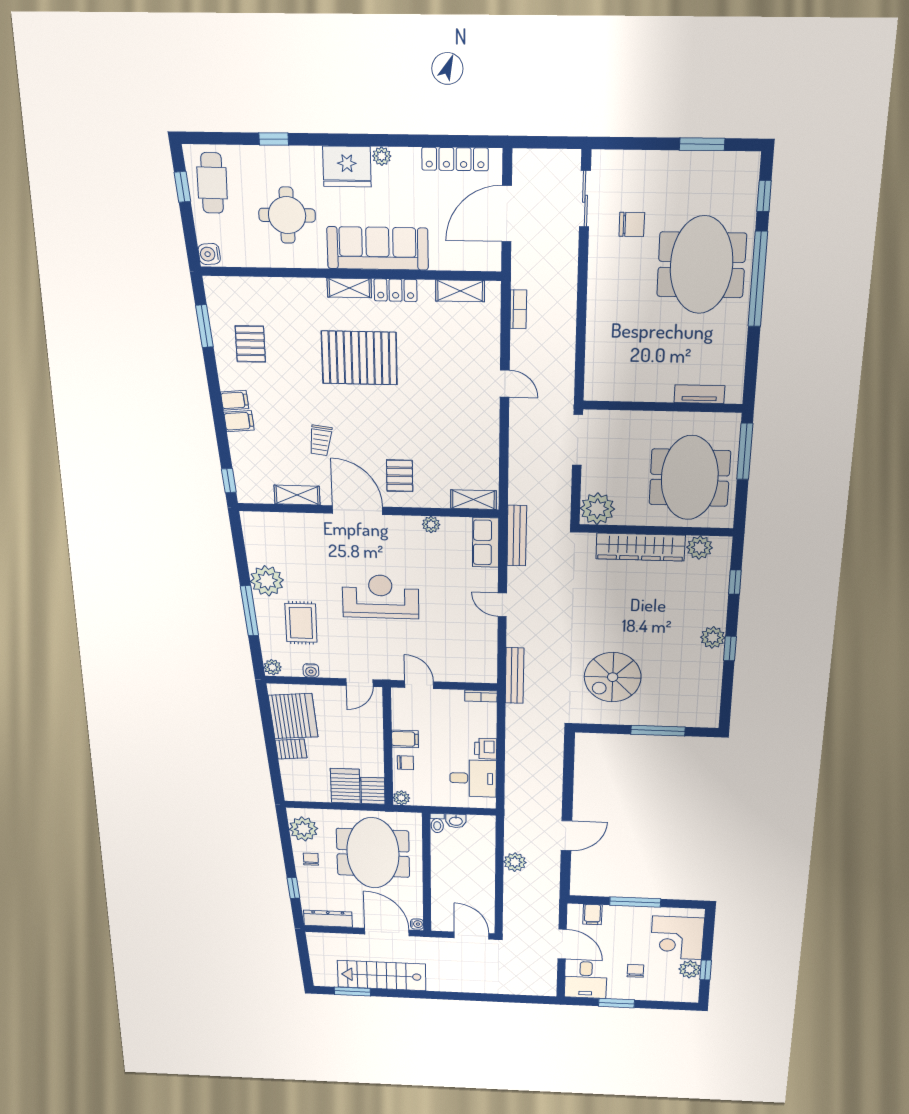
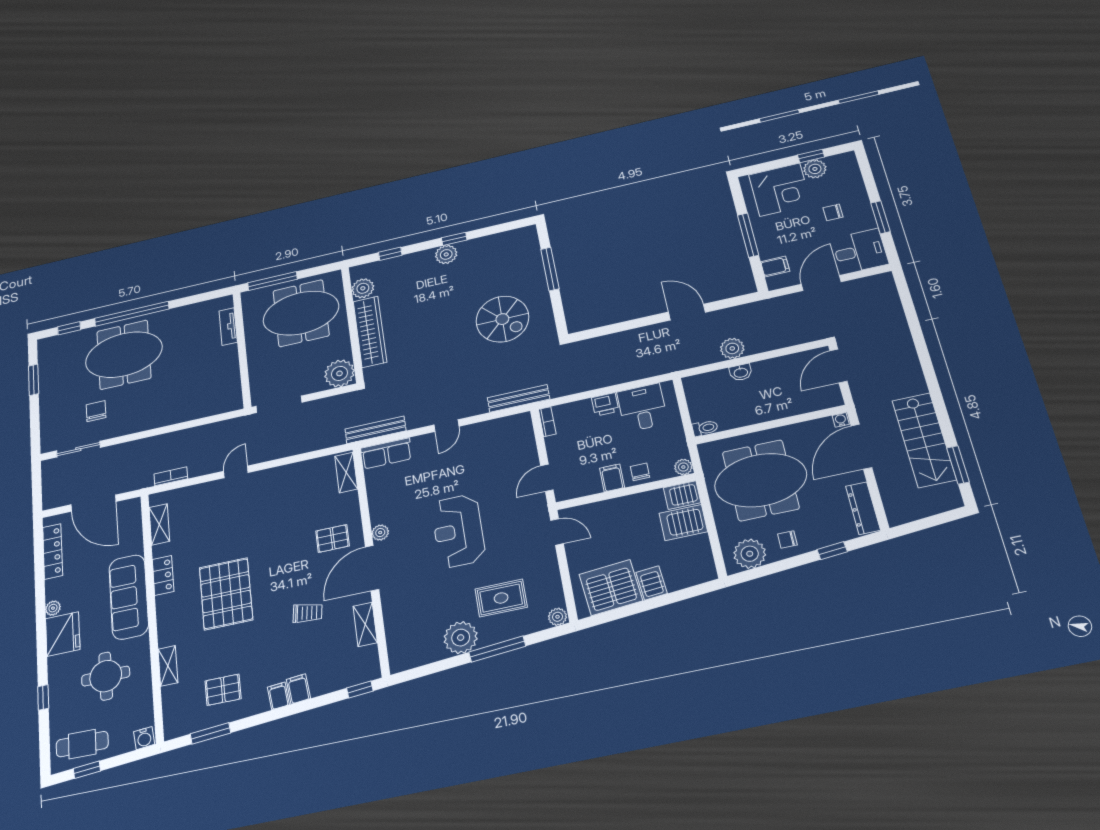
shelving: (349, 288) -> (168, 666), moved
plant: (431, 524) -> (380, 533), moved
water cooler: (311, 671) -> (553, 579), removed
washbasin: (456, 821) -> (741, 372), moved, turned 90

